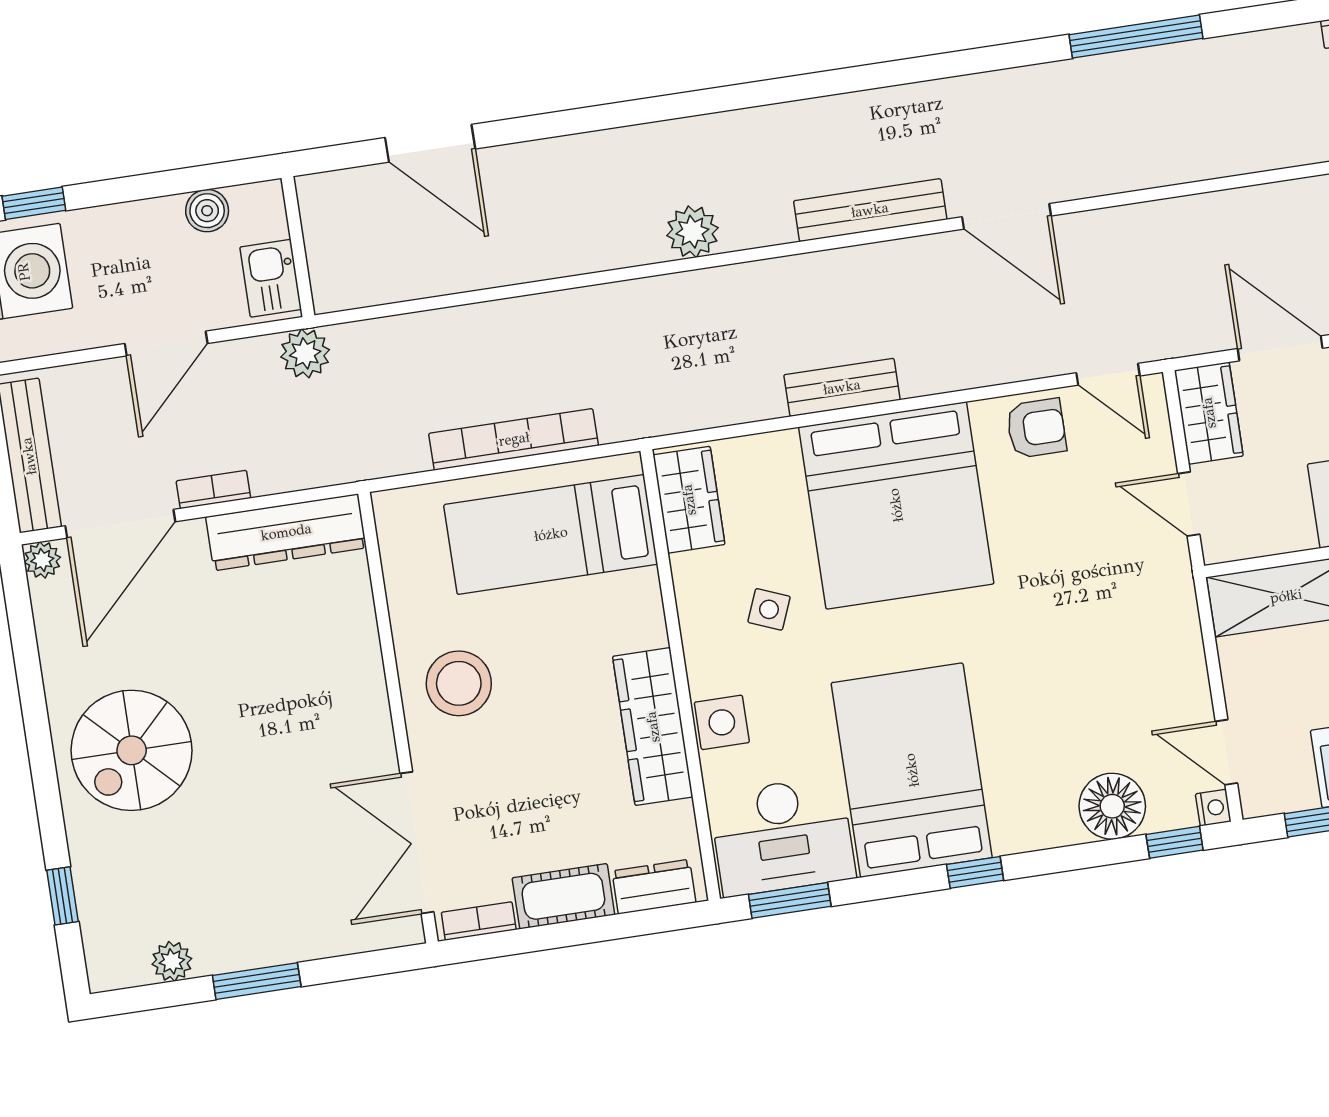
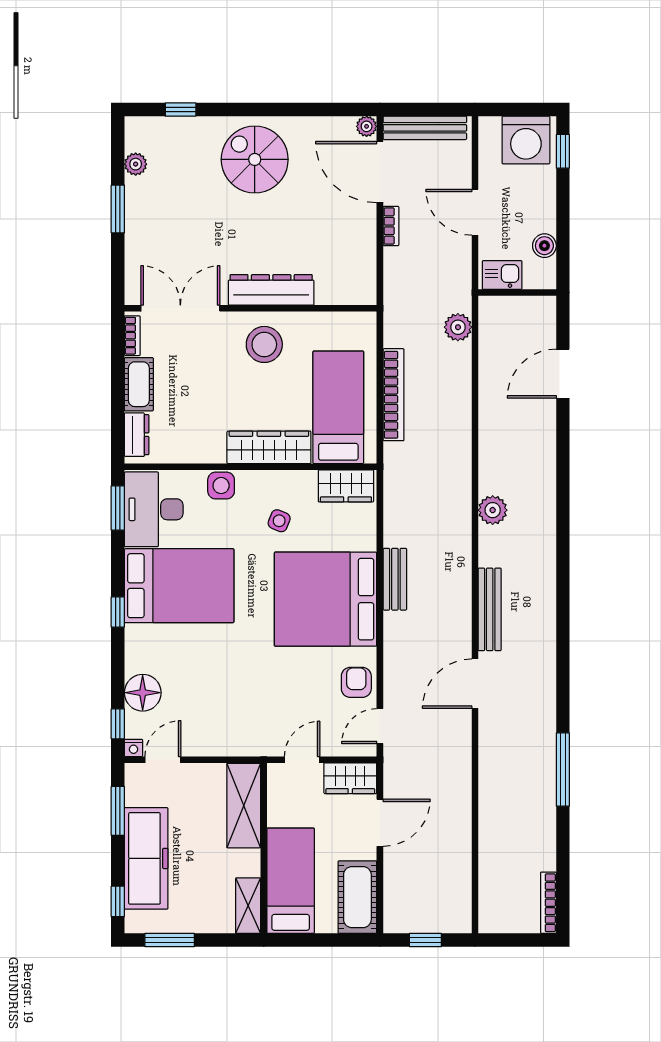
plant: (305, 353) -> (458, 327), moved
armchair: (1036, 428) -> (356, 682), turned 180
dresser: (286, 532) -> (271, 290), moved, turned 90
wardrobe: (653, 727) -> (269, 447), moved

